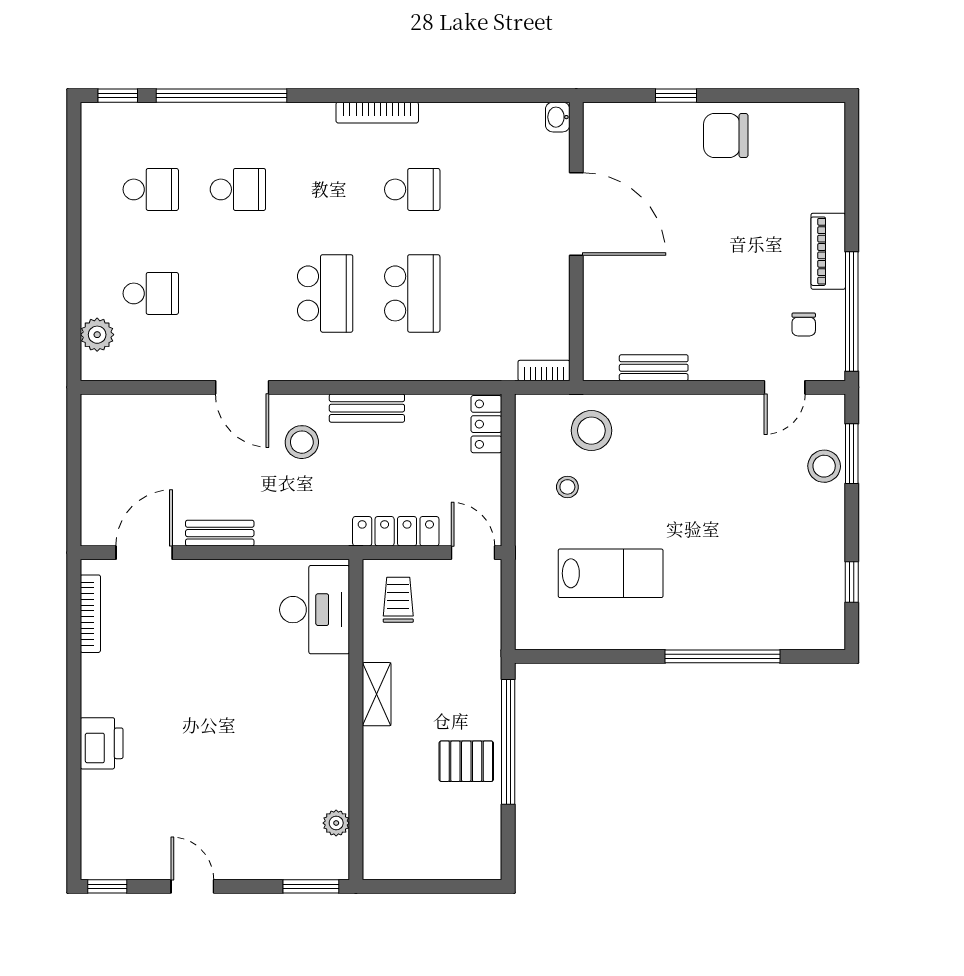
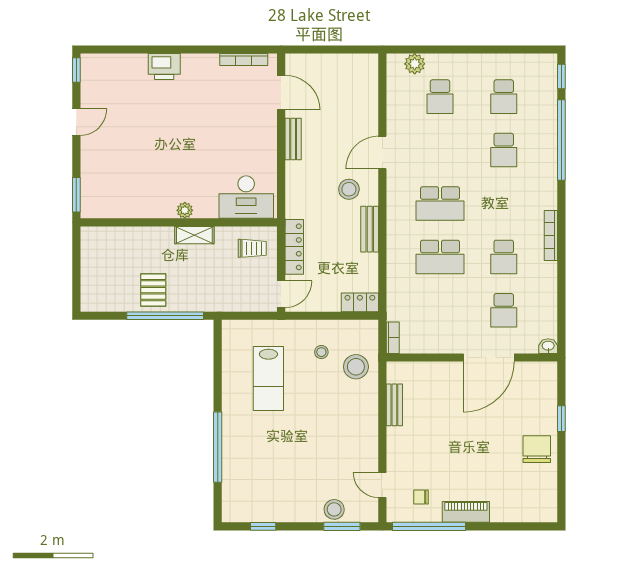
school desk: (499, 189) -> (504, 310), added
plant: (336, 823) -> (185, 210), moved

